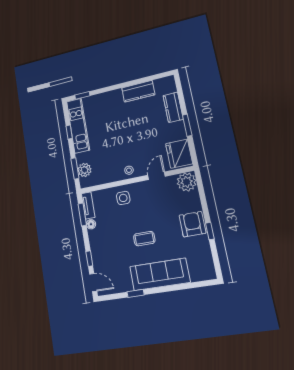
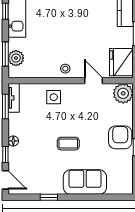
door: (157, 176) -> (93, 81), hinge flipped
floor lamp: (91, 224) -> (13, 141), moved
sofa: (160, 274) -> (85, 182), width x0.73

